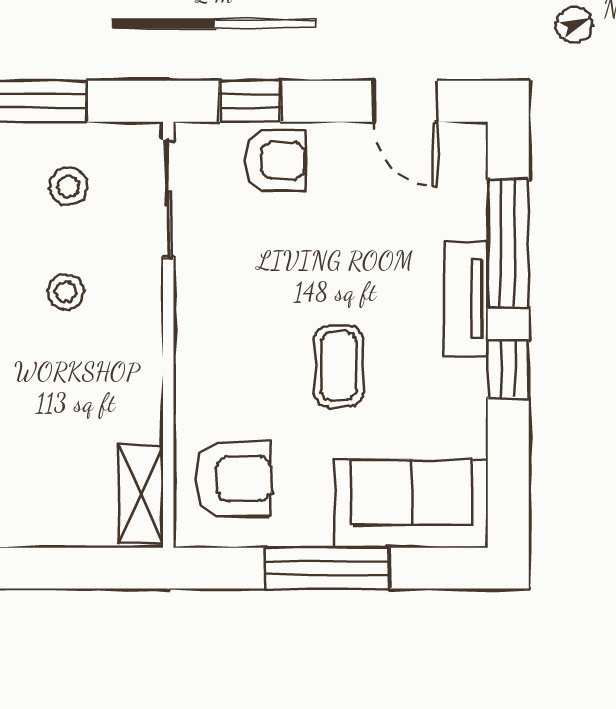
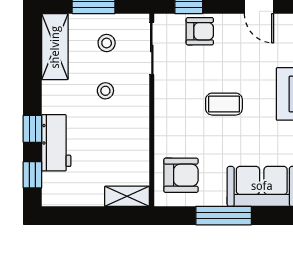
coffee table: (338, 366) -> (224, 104), moved, turned 90
shelving: (141, 494) -> (127, 196), moved, turned 90

